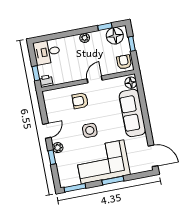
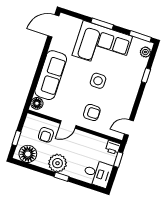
window: (105, 27) -> (61, 177), moved
plant: (85, 38) -> (58, 163), width x1.88, depth x1.88
armchair: (124, 62) -> (46, 135), moved
door: (47, 131) -> (129, 128), moved
plant: (58, 148) -> (145, 52), moved
door: (153, 156) -> (53, 26), hinge flipped

